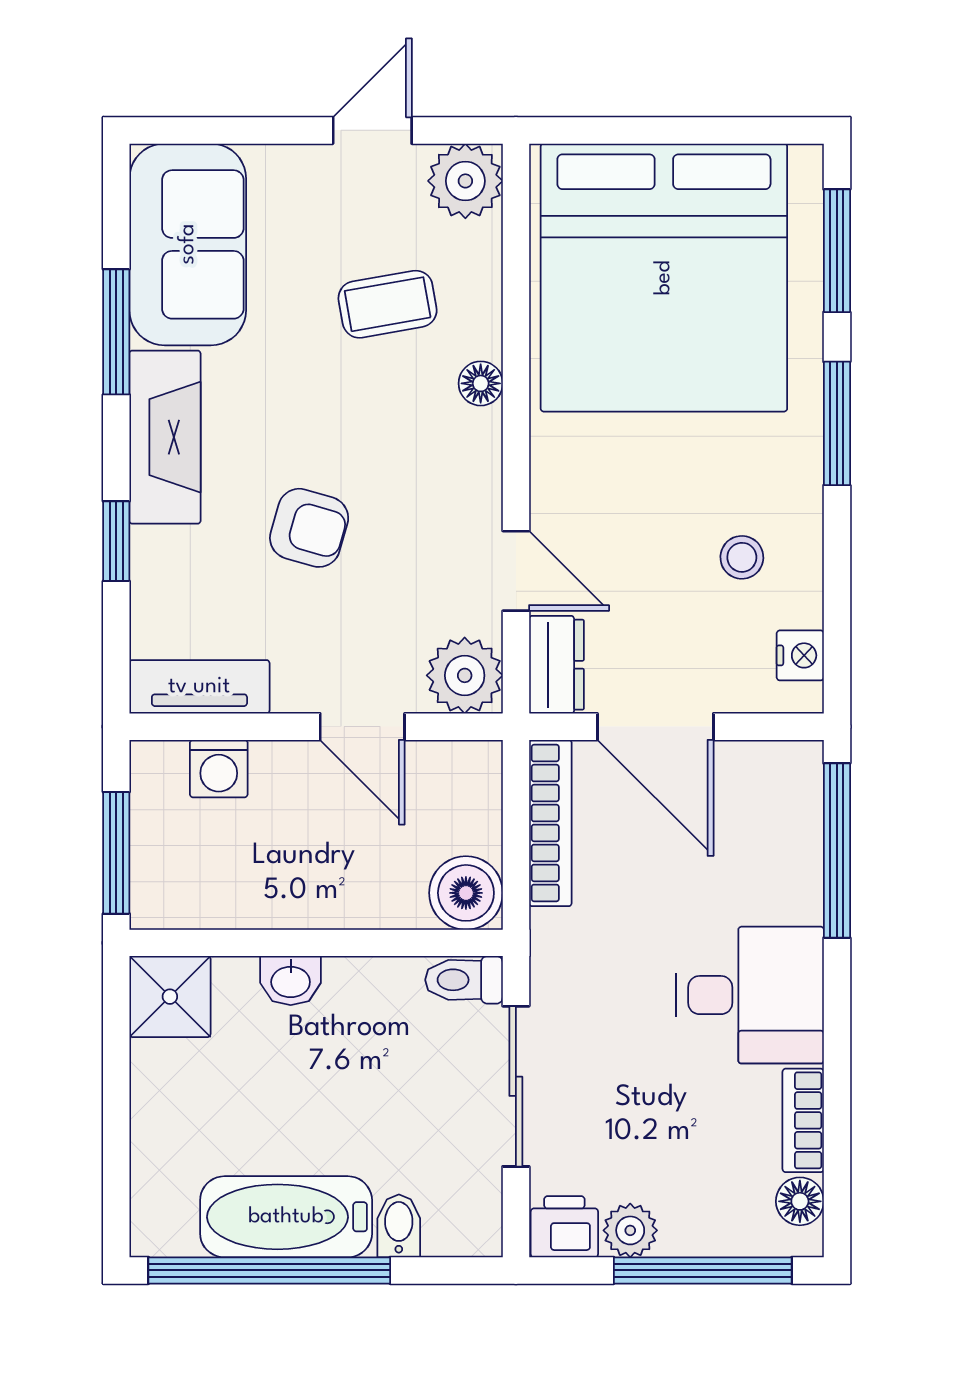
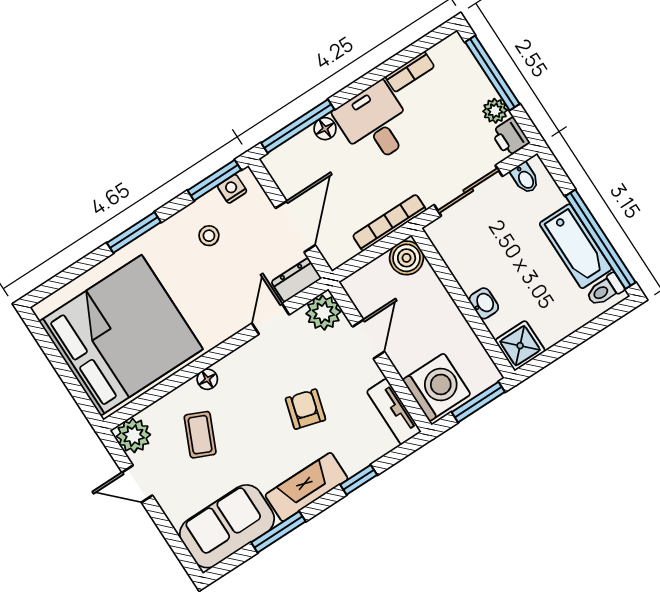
window: (837, 251) -> (214, 180), moved
coffee table: (388, 304) -> (200, 435), turned 34
washing machine: (219, 769) -> (437, 387), width x1.89, depth x1.89
bookcase: (550, 823) -> (390, 223), moved
toilet: (464, 980) -> (605, 290), moved, turned 90
floor lamp: (800, 1201) -> (325, 129), moved
bidet: (399, 1226) -> (525, 178), moved, turned -90

